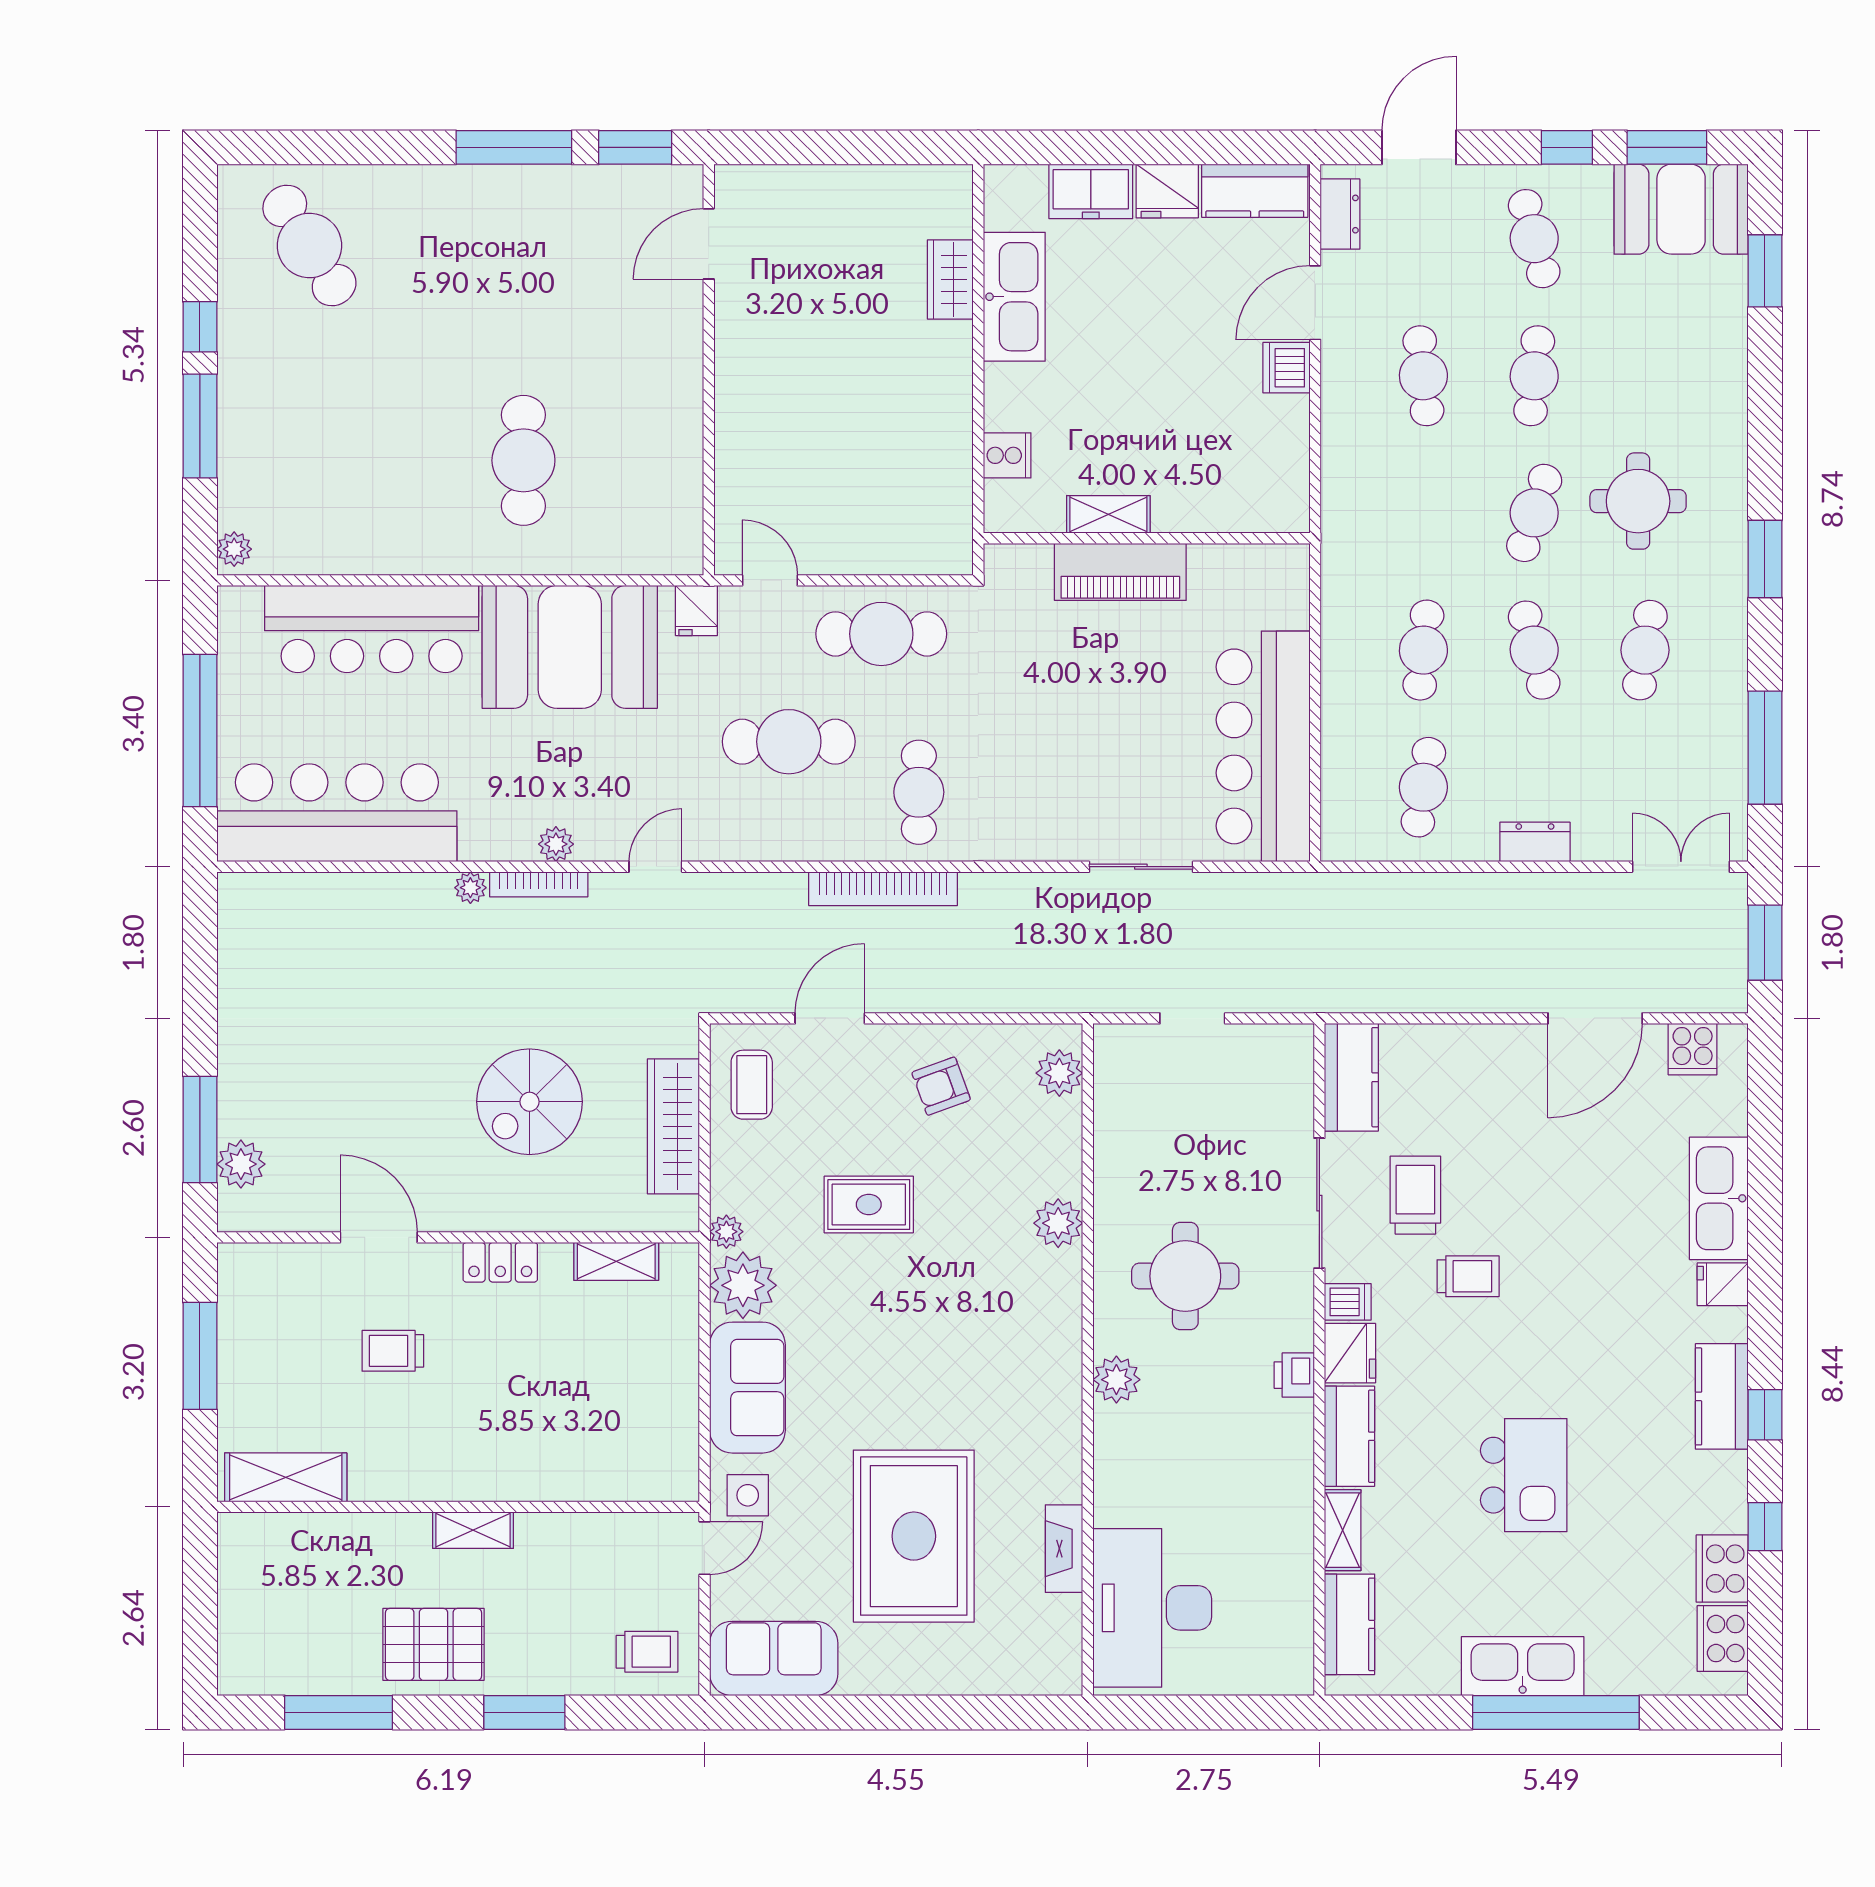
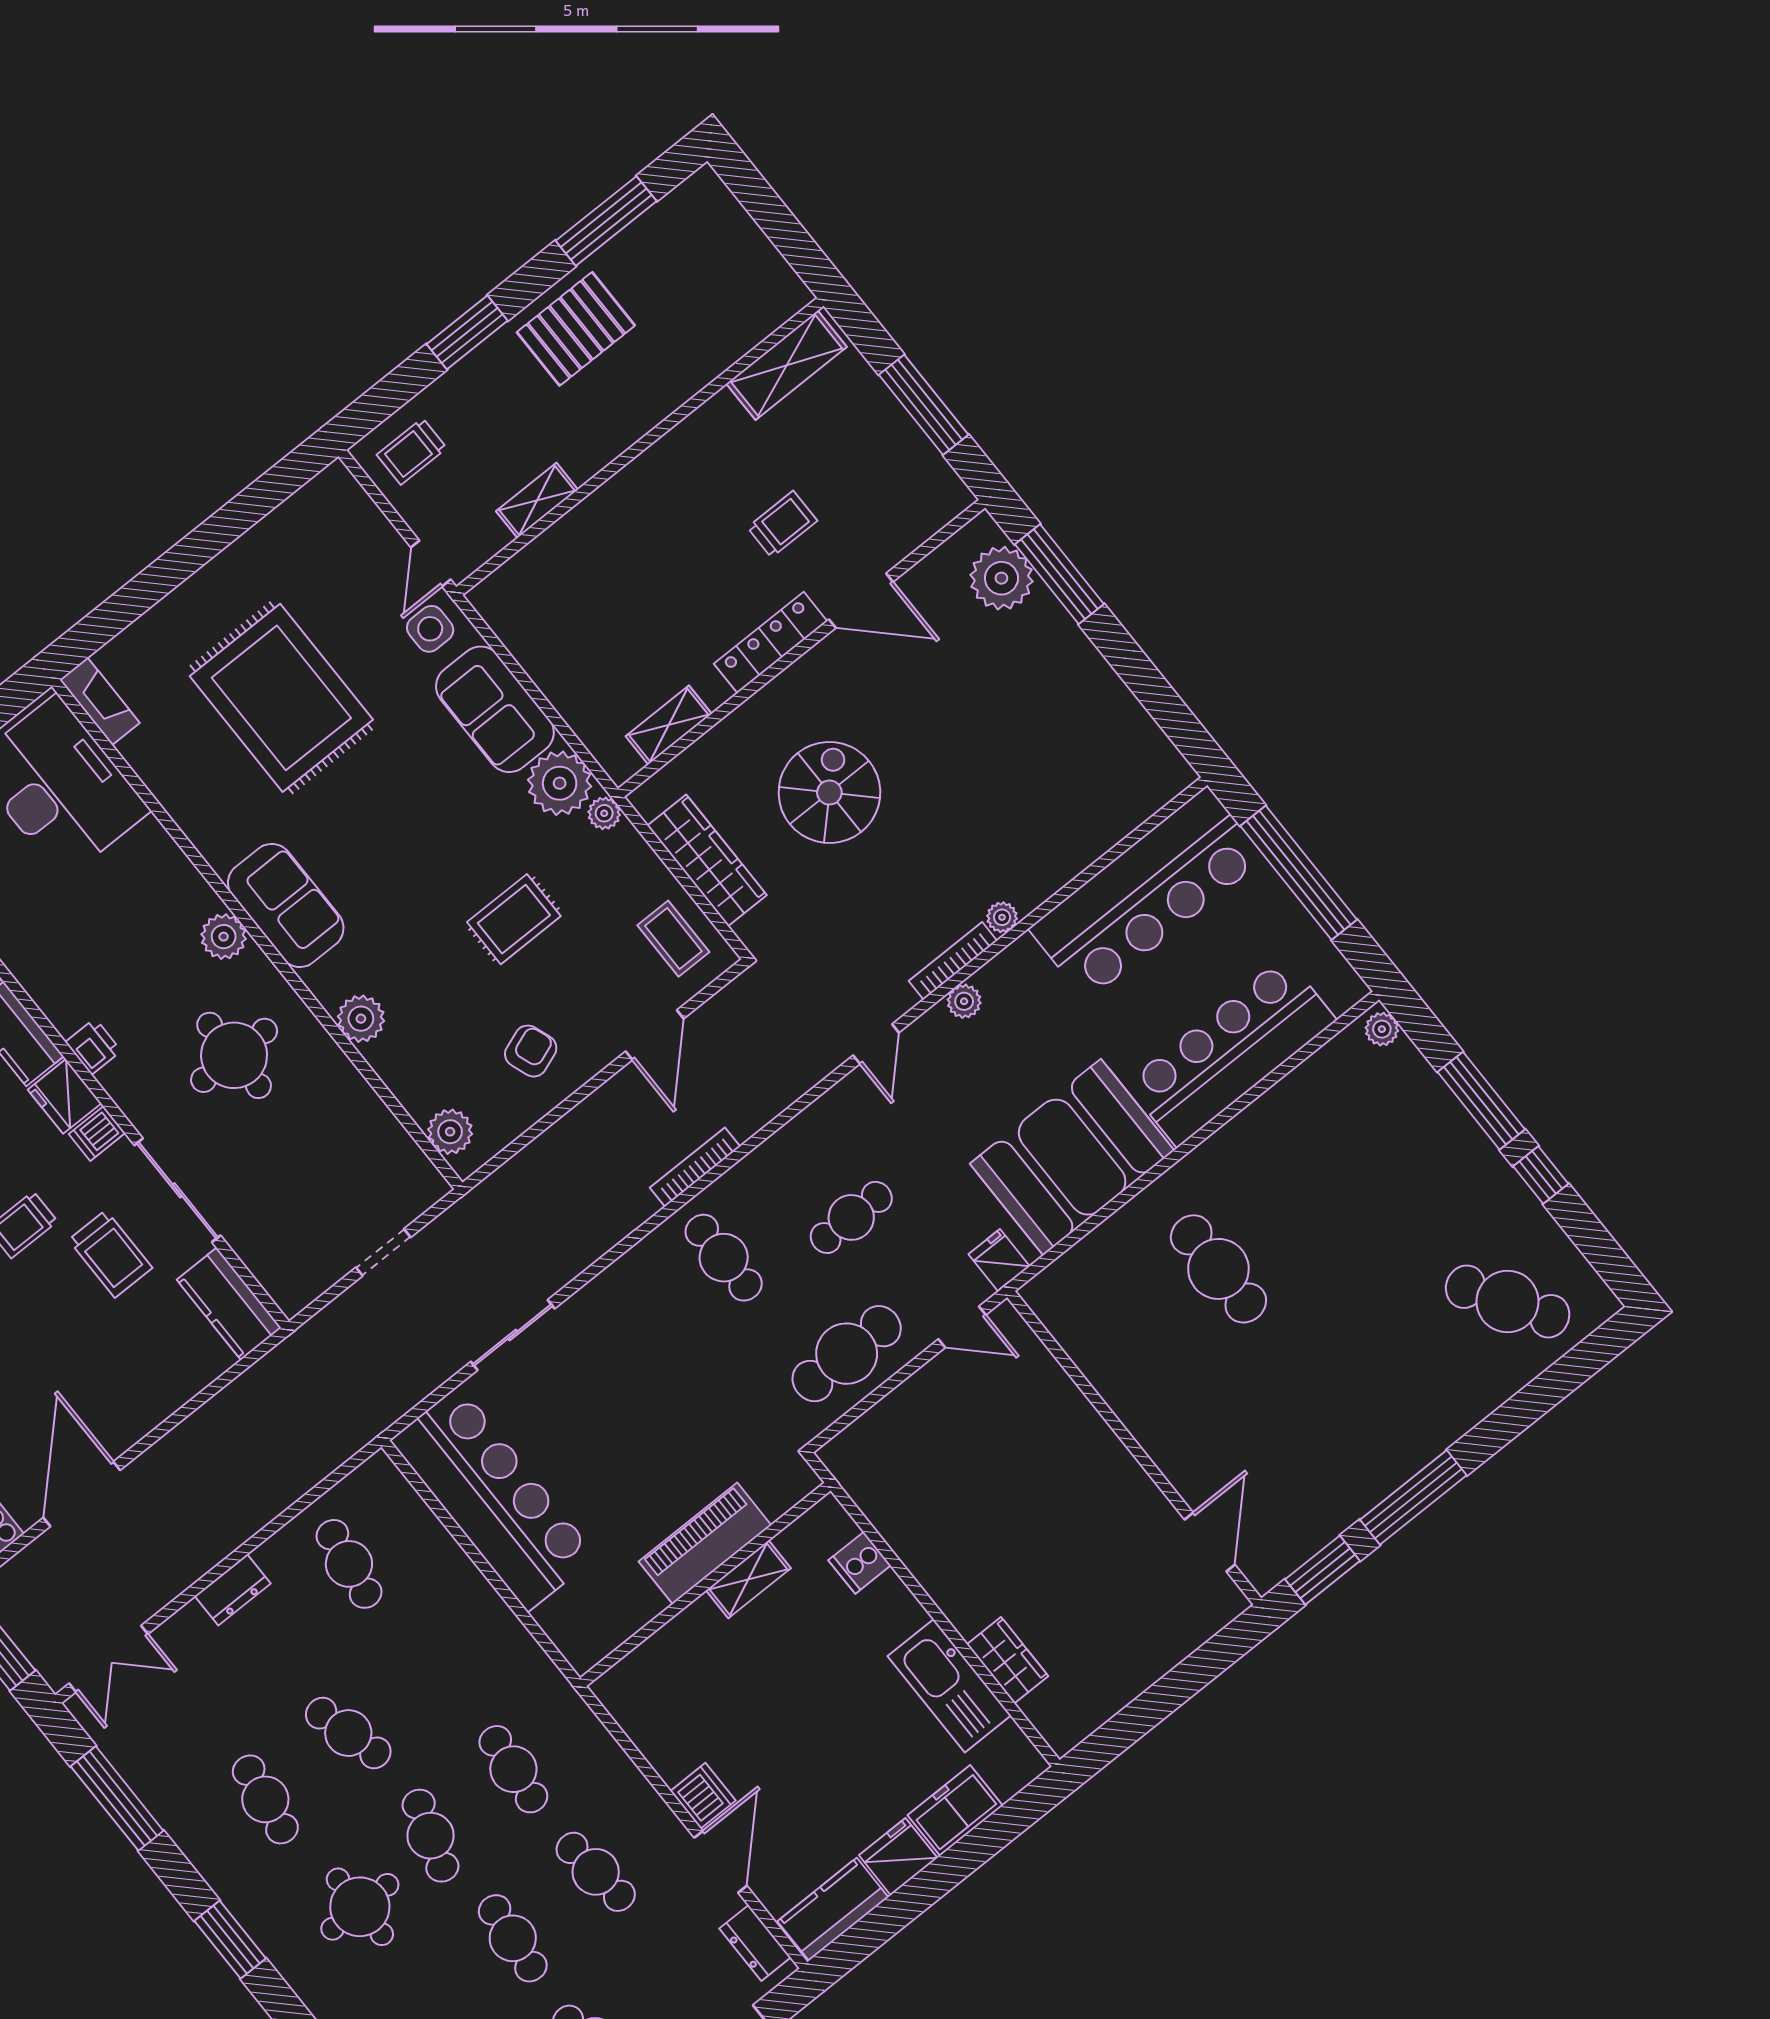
cafe table: (1423, 650) -> (513, 1769), moved
cafe table: (789, 742) -> (851, 1217), width x0.73, depth x0.74
bookcase: (883, 889) -> (695, 1167), width x0.68, depth x0.76
plant: (241, 1164) -> (1001, 578), width x1.36, depth x1.36
locker: (500, 1262) -> (771, 642), width x1.53
shelving: (473, 1530) -> (537, 500), moved
fireplace: (1064, 1549) -> (100, 701), moved
sofa: (774, 1658) -> (286, 905), moved, turned -90

